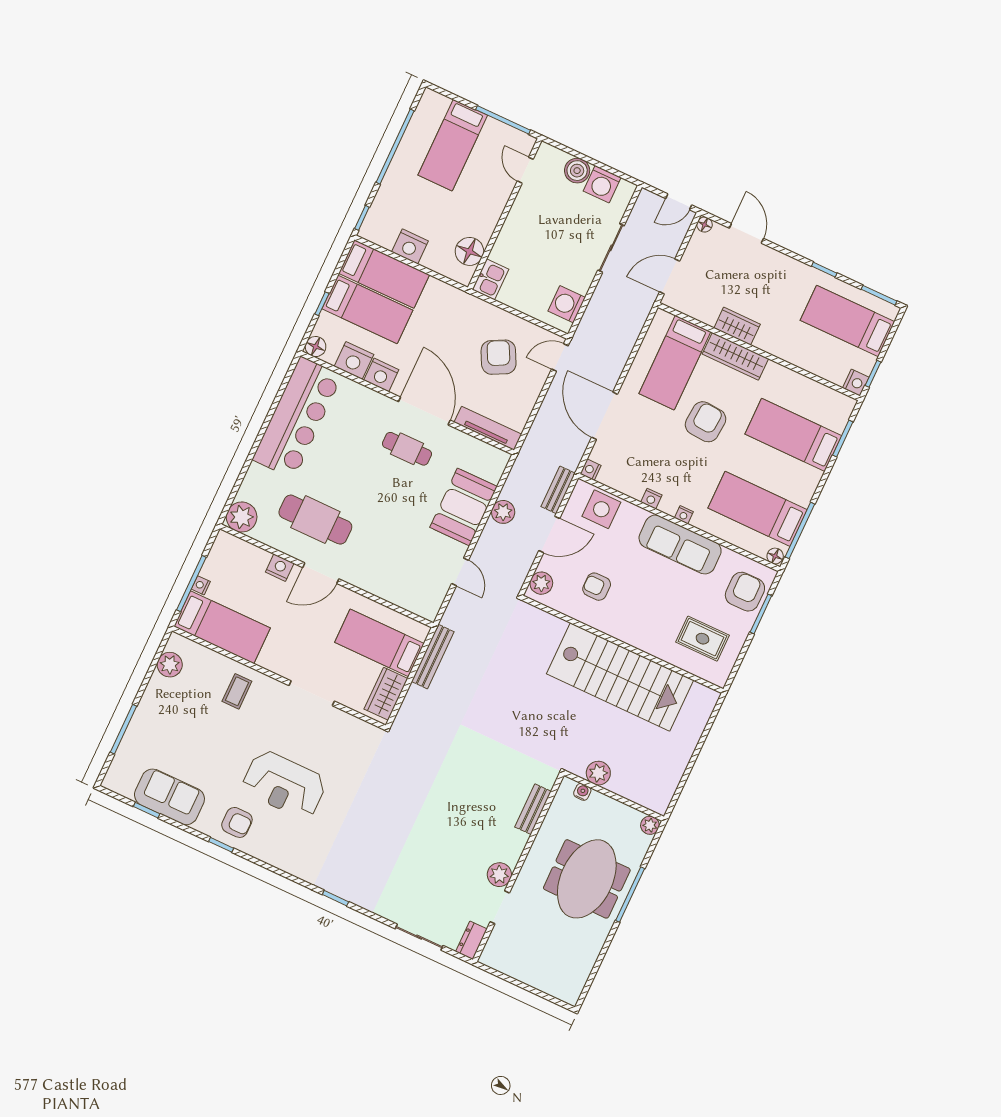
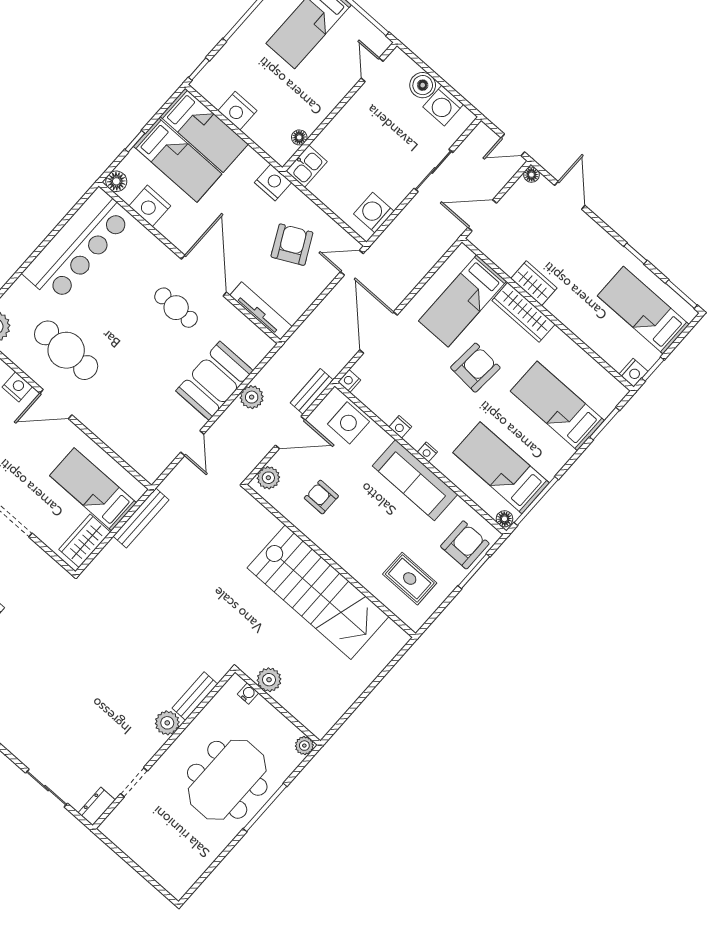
floor lamp: (469, 251) -> (299, 137), width x0.53, depth x0.53
nightstand: (381, 375) -> (273, 183), moved, turned 180
plant: (499, 875) -> (167, 723), moved

